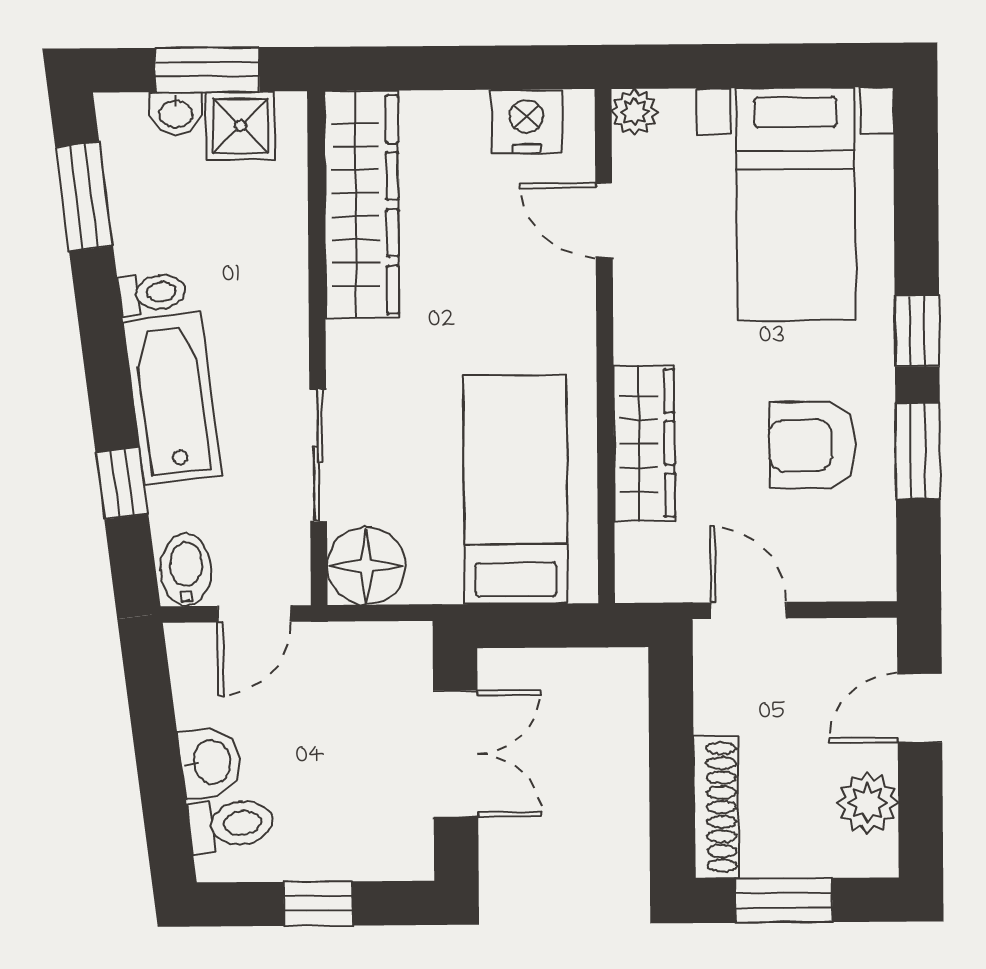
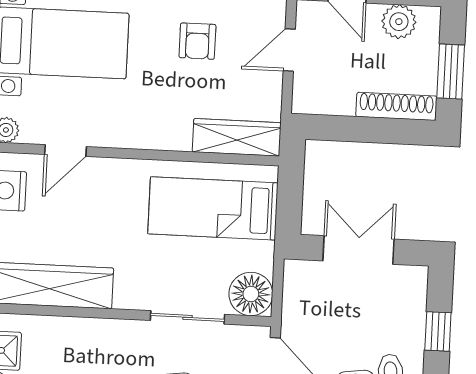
wardrobe: (644, 443) -> (237, 137), moved
armchair: (813, 445) -> (197, 41), width x0.72, depth x0.72
door: (749, 610) -> (289, 50), moved

